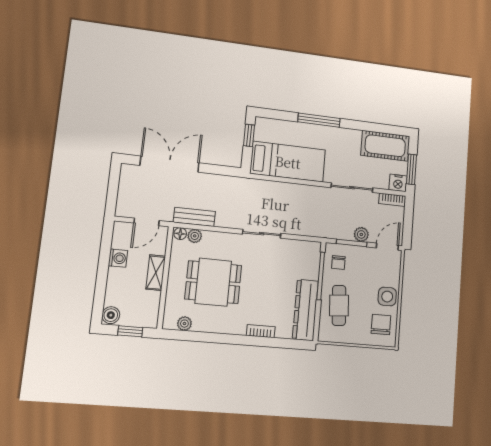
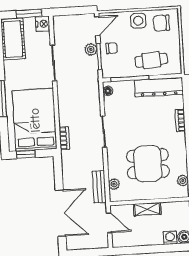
bed: (288, 162) -> (35, 120), width x1.50
double door: (170, 164) -> (61, 213), swing flipped
bookcase: (392, 200) -> (64, 138), moved
floor lamp: (180, 234) -> (108, 91), moved
door: (387, 247) -> (97, 26), swing flipped
washing machine: (118, 258) -> (170, 238), moved
chair: (338, 263) -> (112, 48), moved
dining table: (213, 282) -> (148, 164), turned 90

